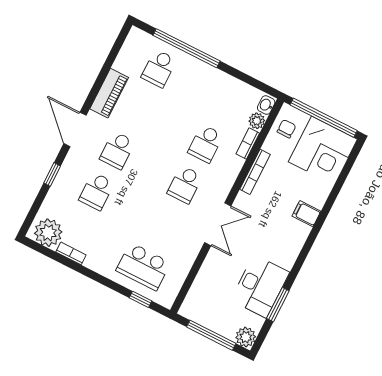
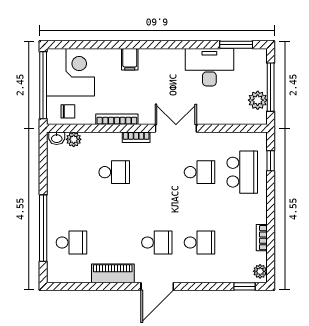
chair: (286, 129) -> (68, 111), turned 180
bookcase: (248, 144) -> (136, 137), moved
window: (52, 174) -> (244, 286), moved
school desk: (185, 185) -> (200, 172), moved
plant: (48, 233) -> (260, 271), width x0.53, depth x0.53
window: (278, 305) -> (236, 45), moved
plant: (246, 337) -> (258, 100), moved

